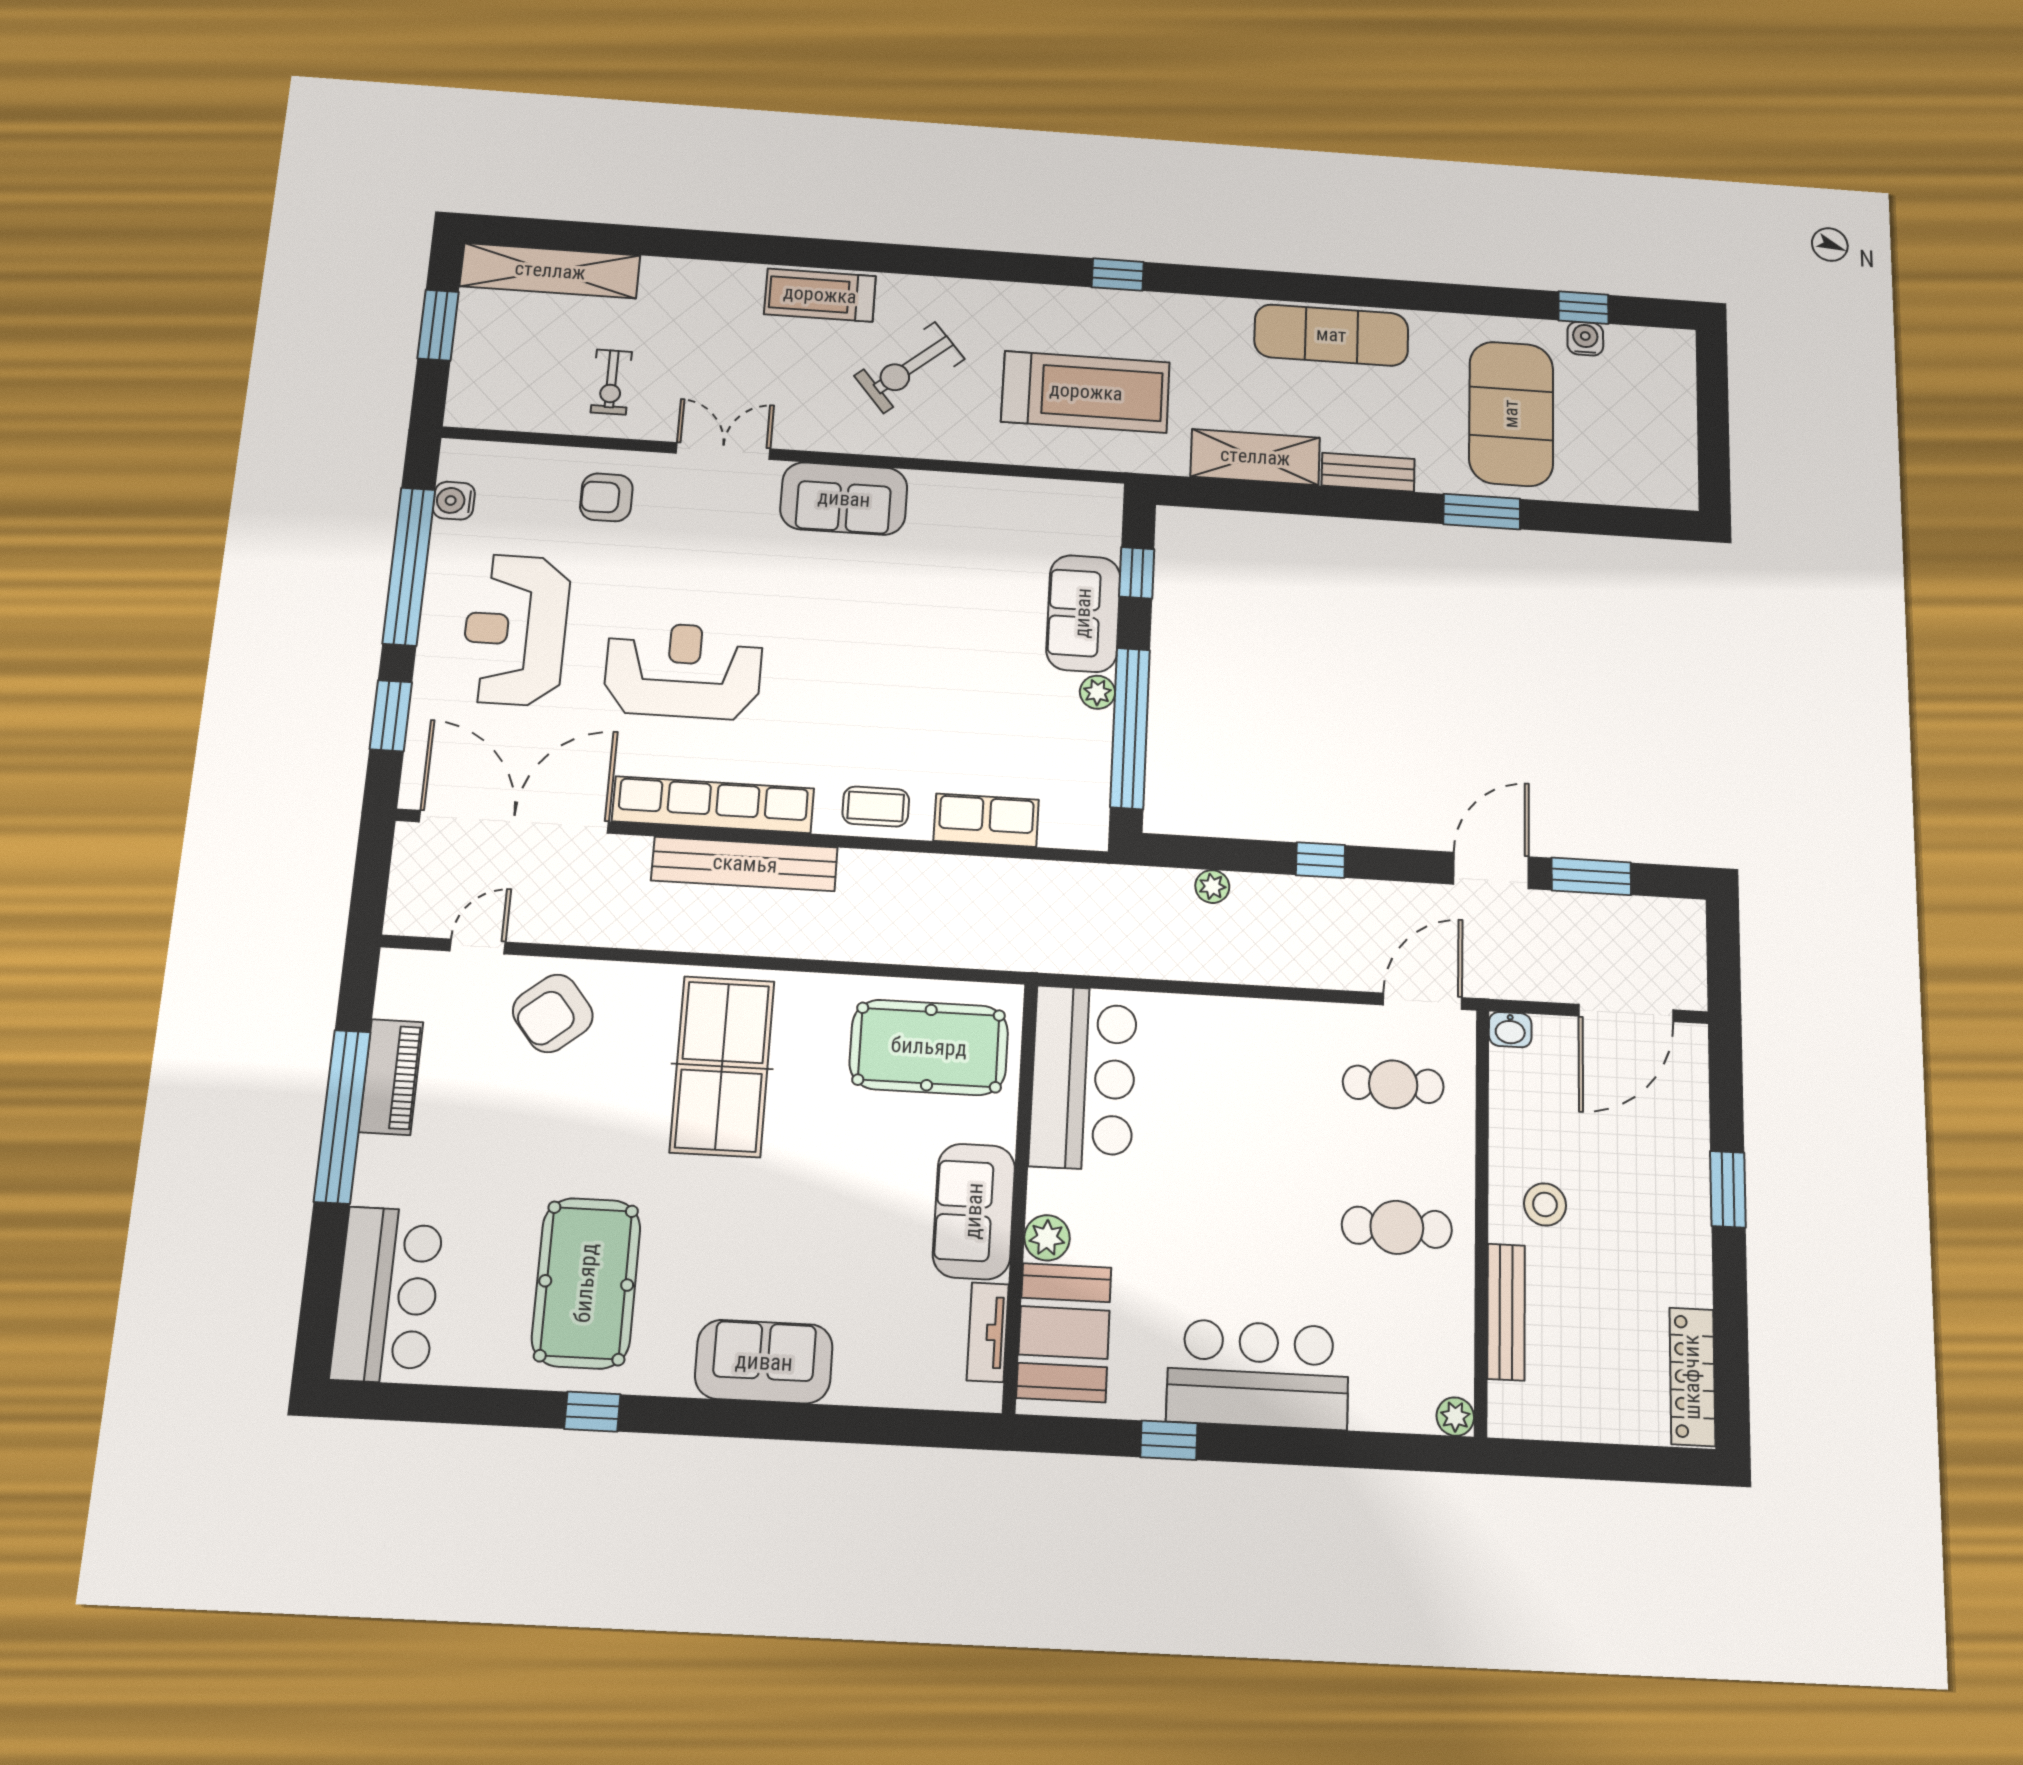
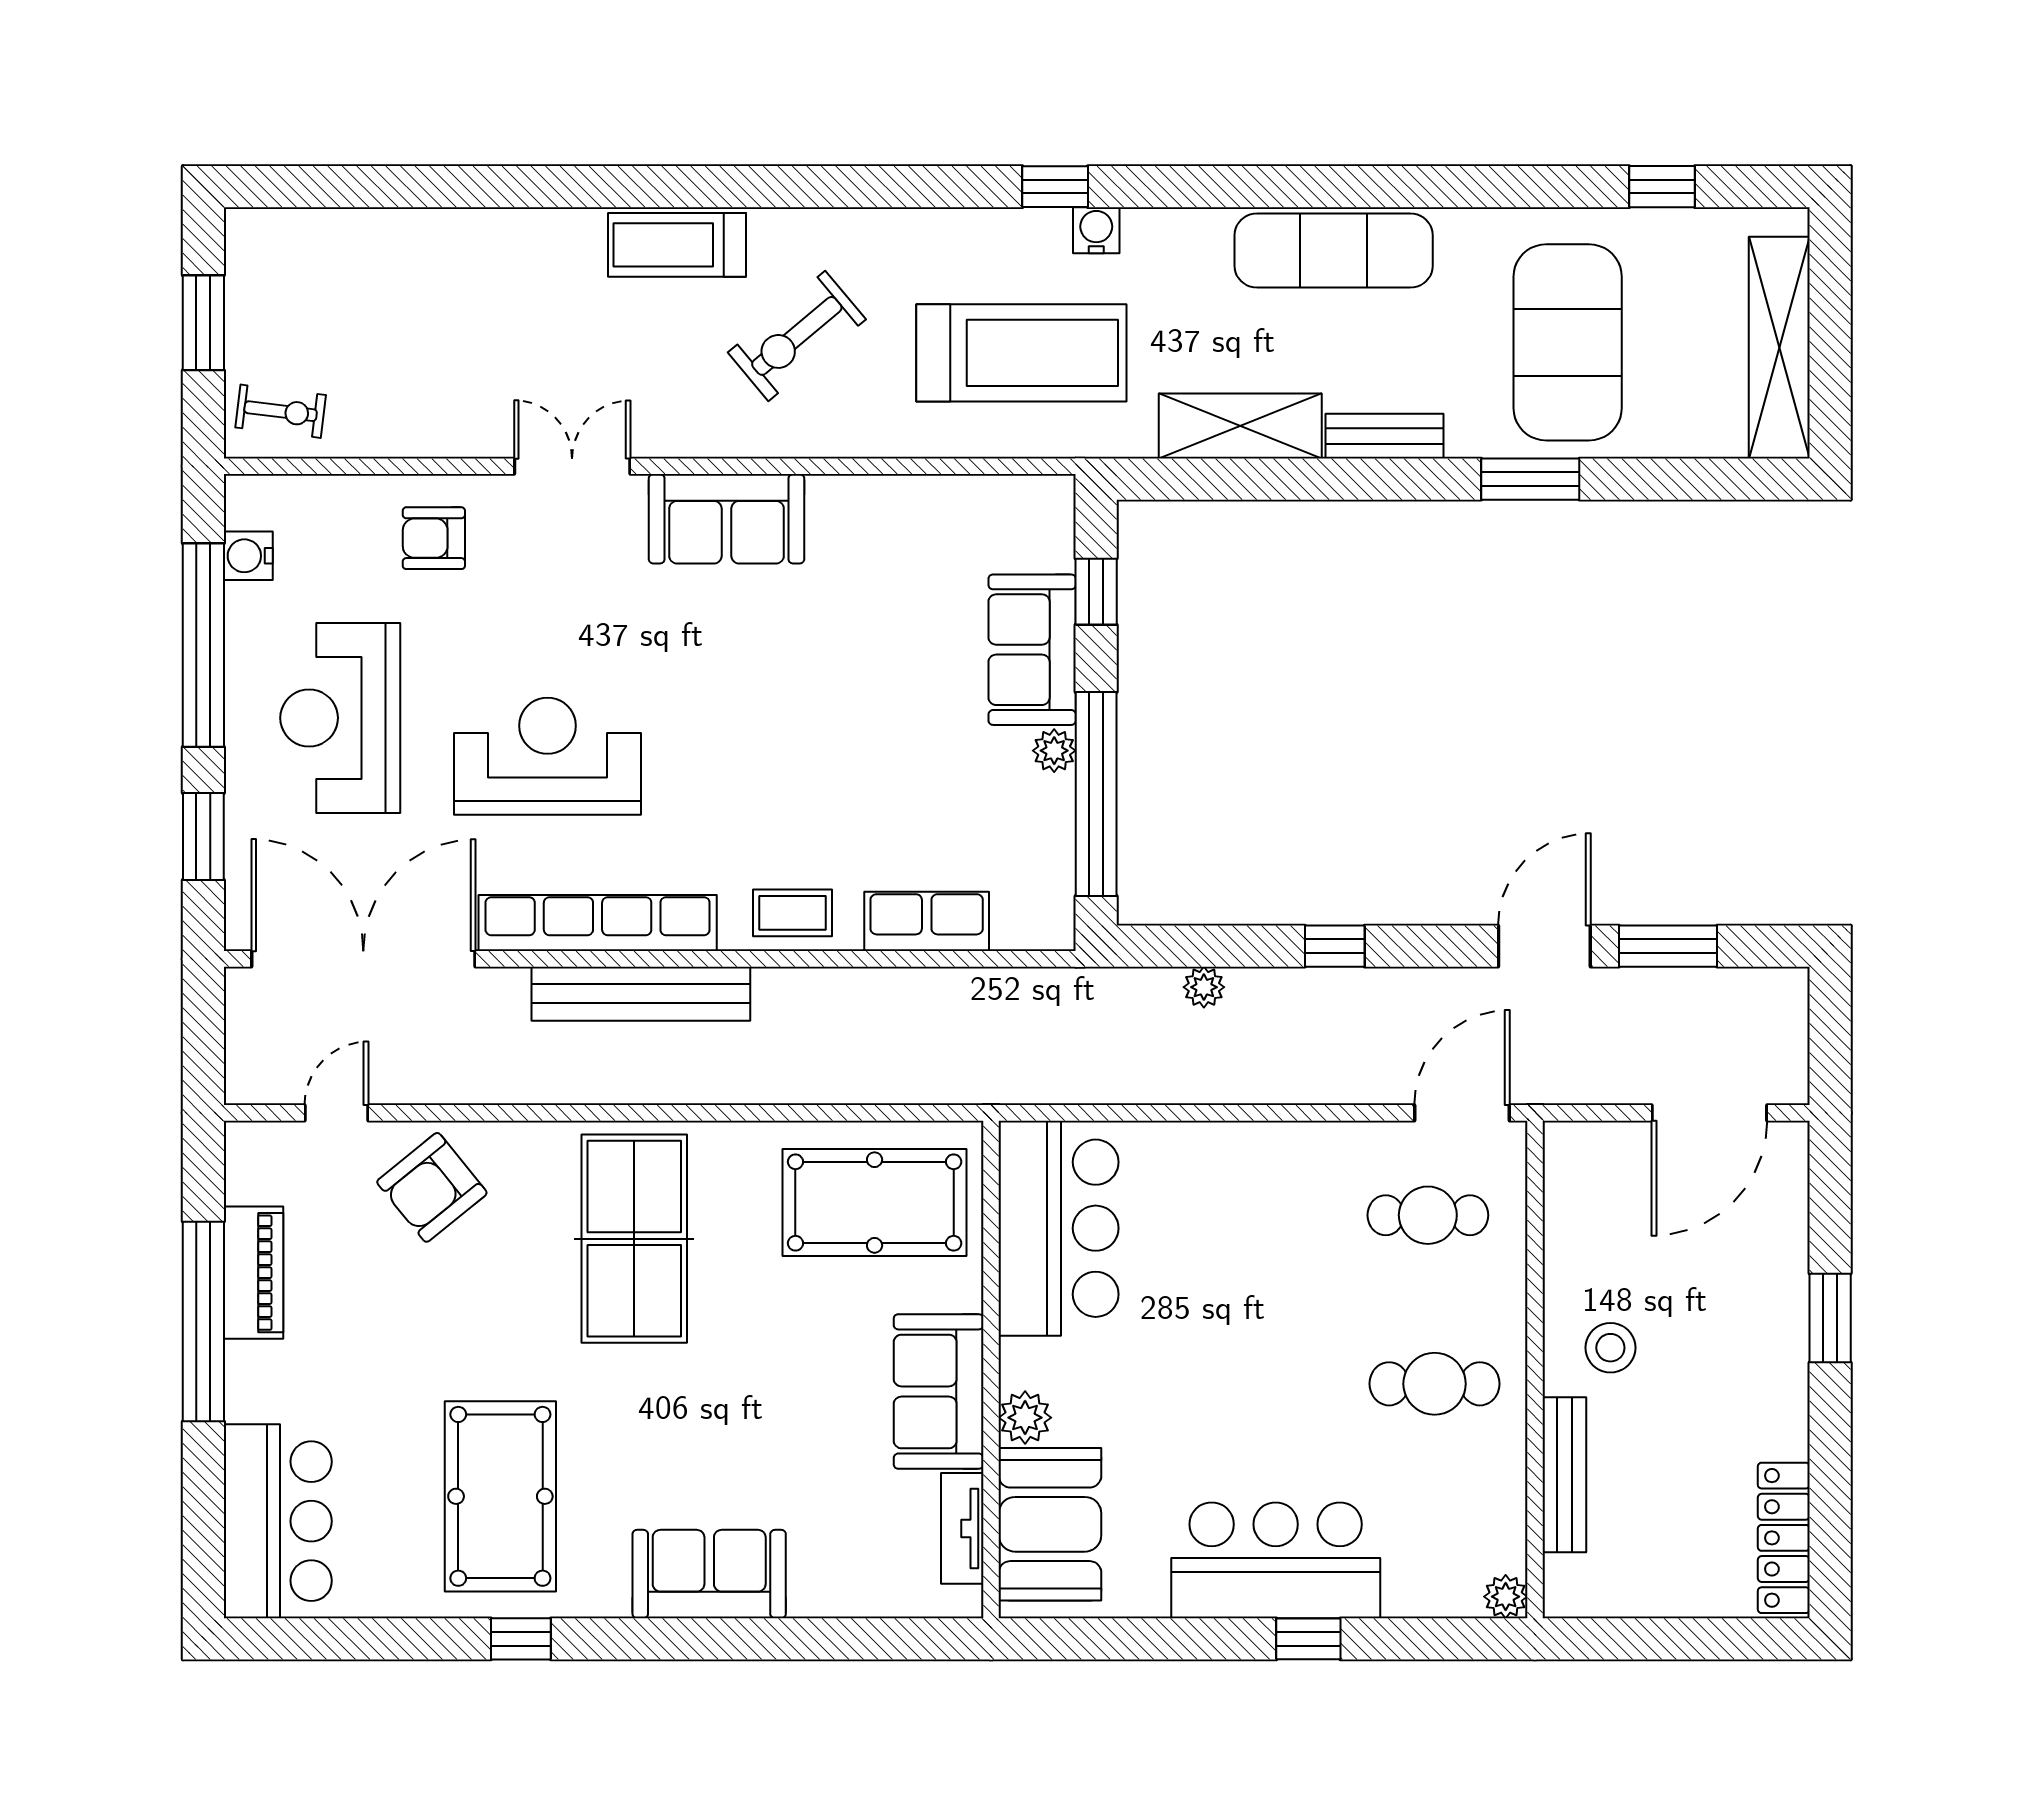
shelving: (550, 271) -> (1779, 348), moved, turned 90
water cooler: (1585, 339) -> (1096, 230), moved
exercise bike: (611, 382) -> (281, 411), moved, turned -83
washbasin: (1510, 1030) -> (1568, 1141), removed
window: (1169, 1440) -> (1308, 1639), moved

